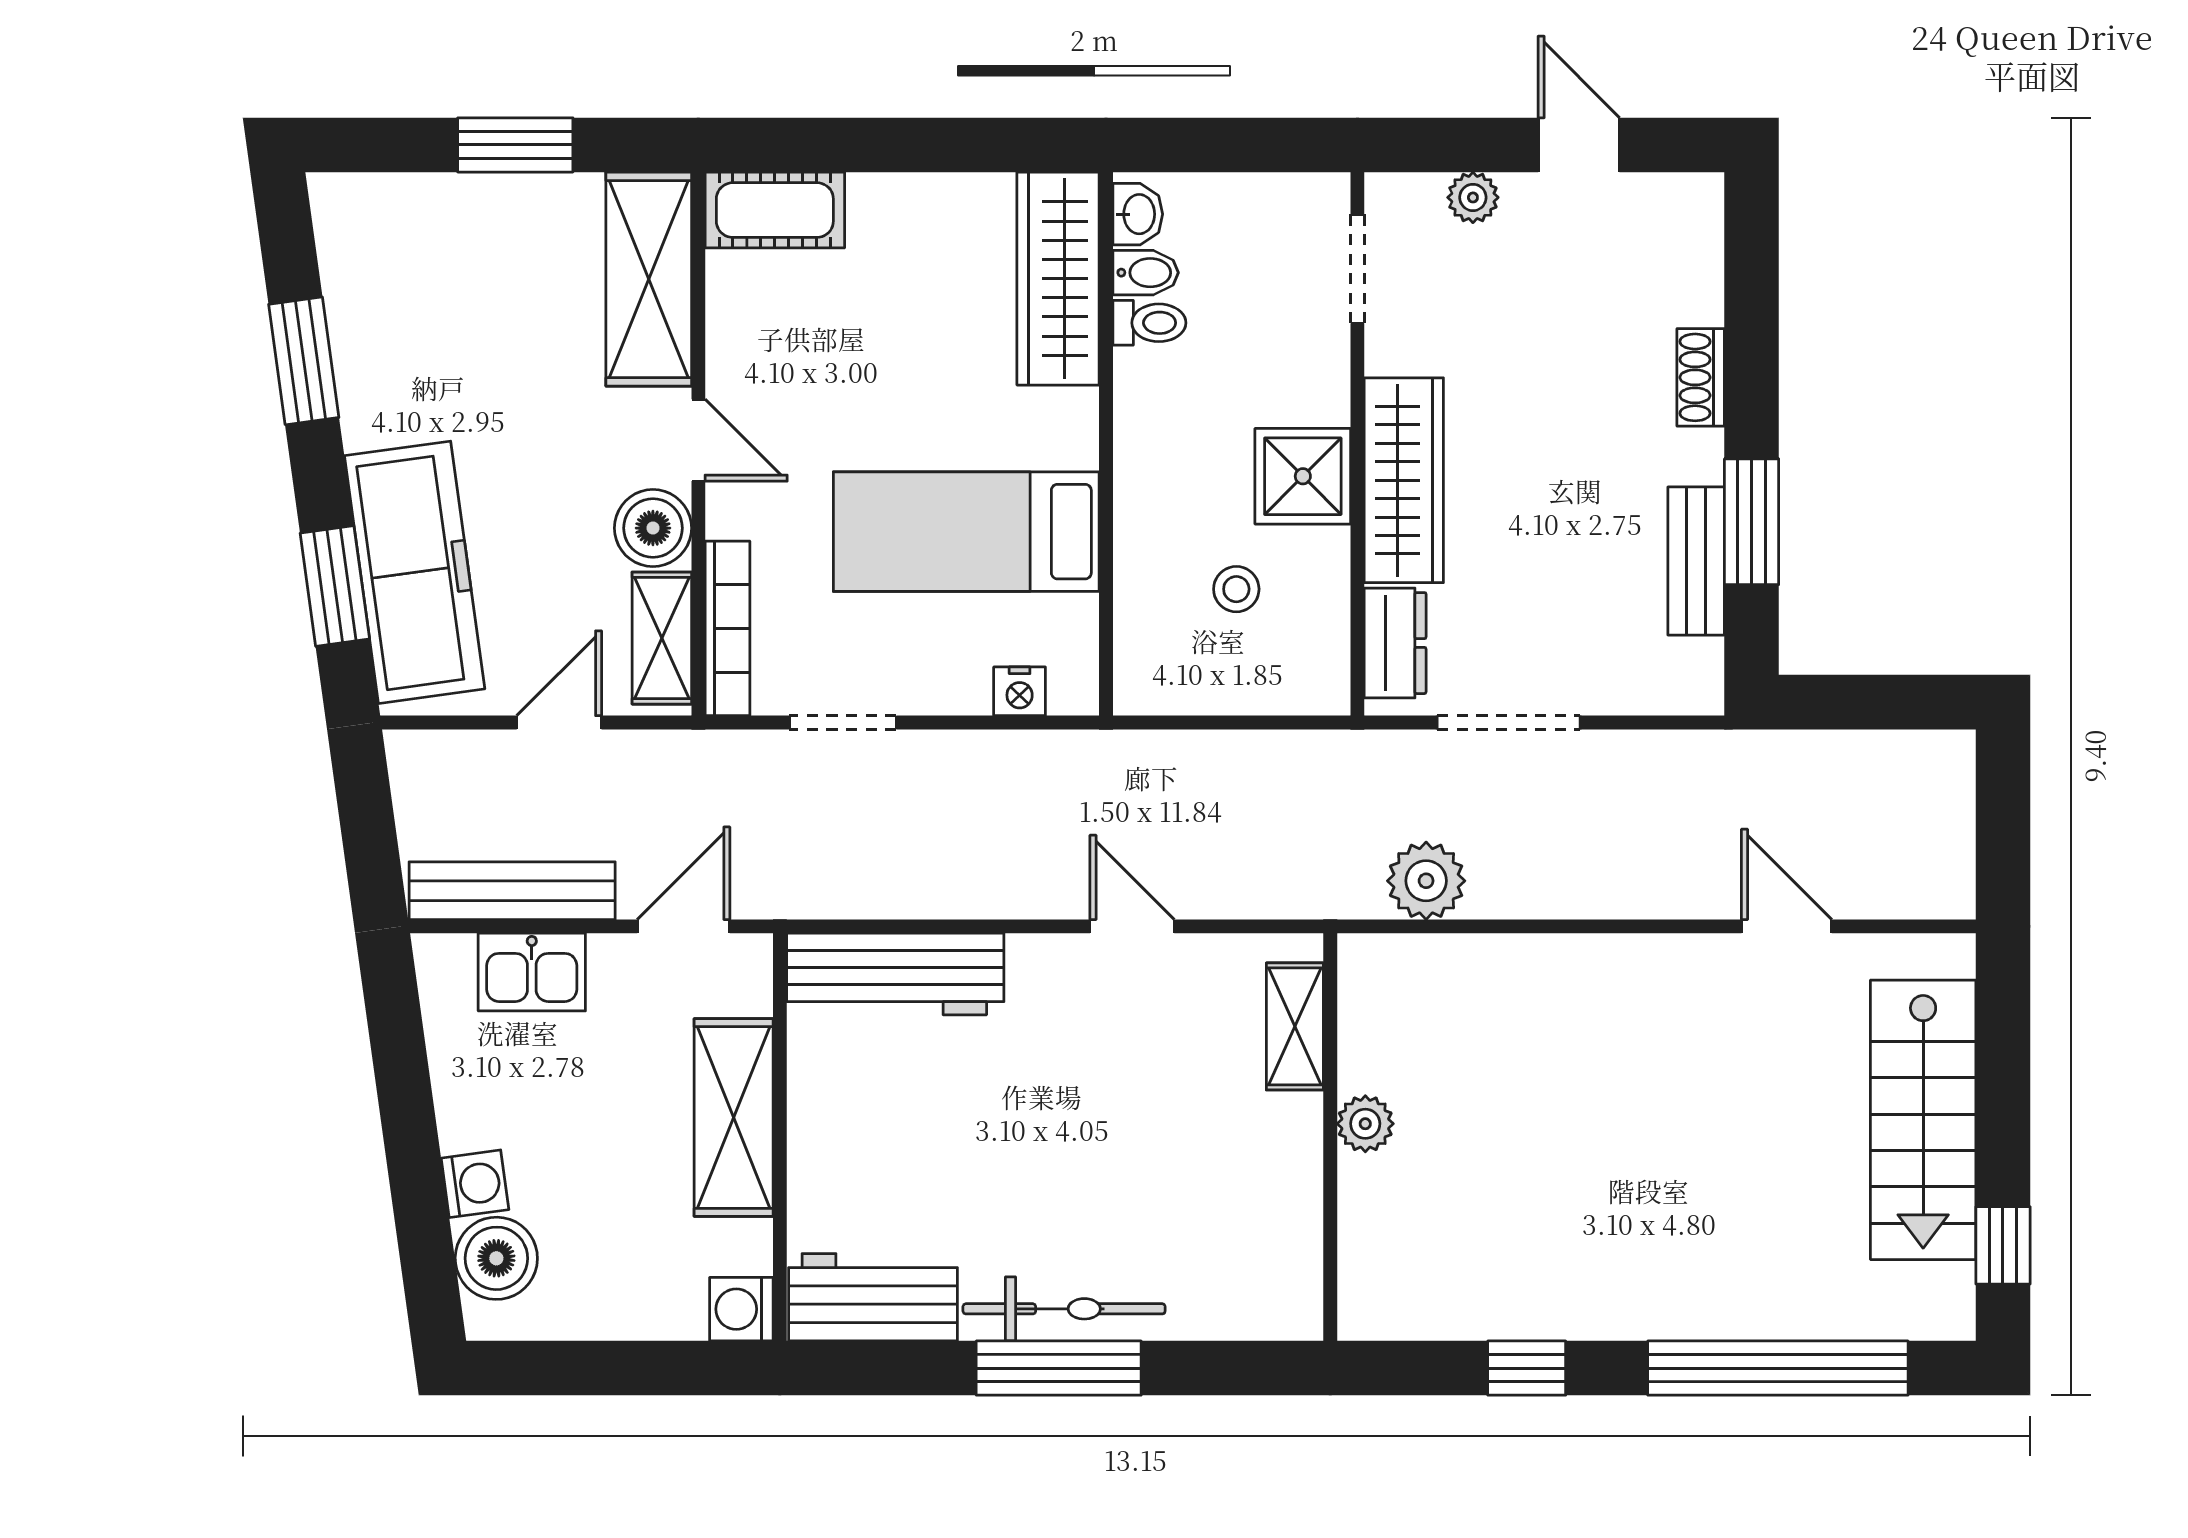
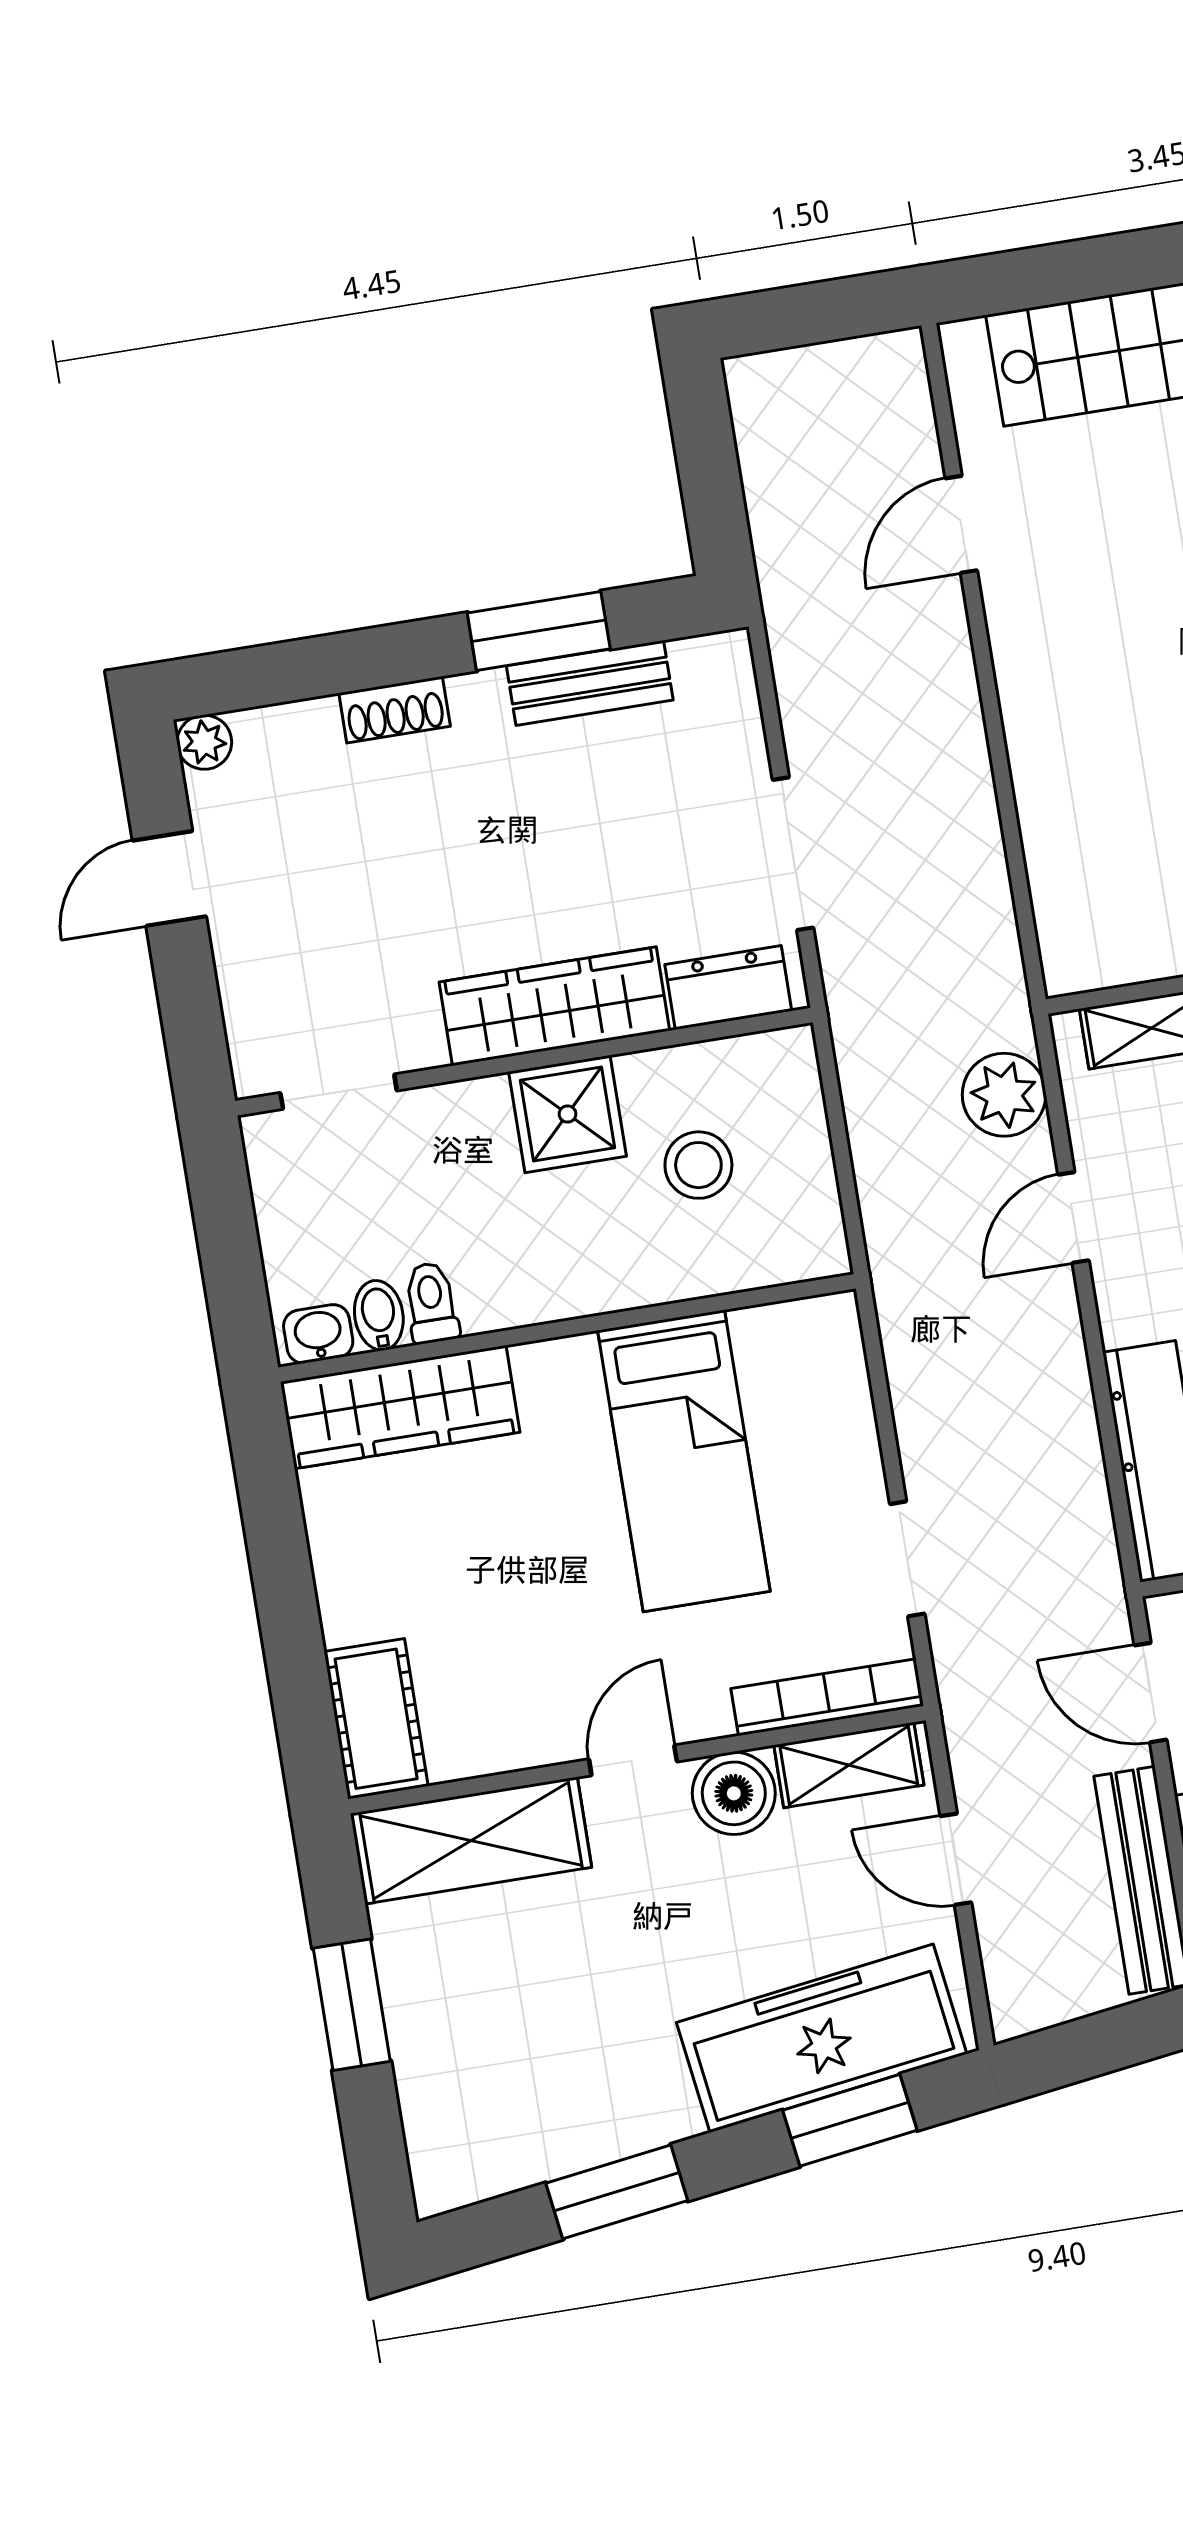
plant: (1473, 197) -> (204, 742), moved
stool: (1236, 589) -> (698, 1165), width x1.37, depth x1.37
nightstand: (1020, 691) -> (844, 1377), removed
plant: (1426, 881) -> (1004, 1095), moved

